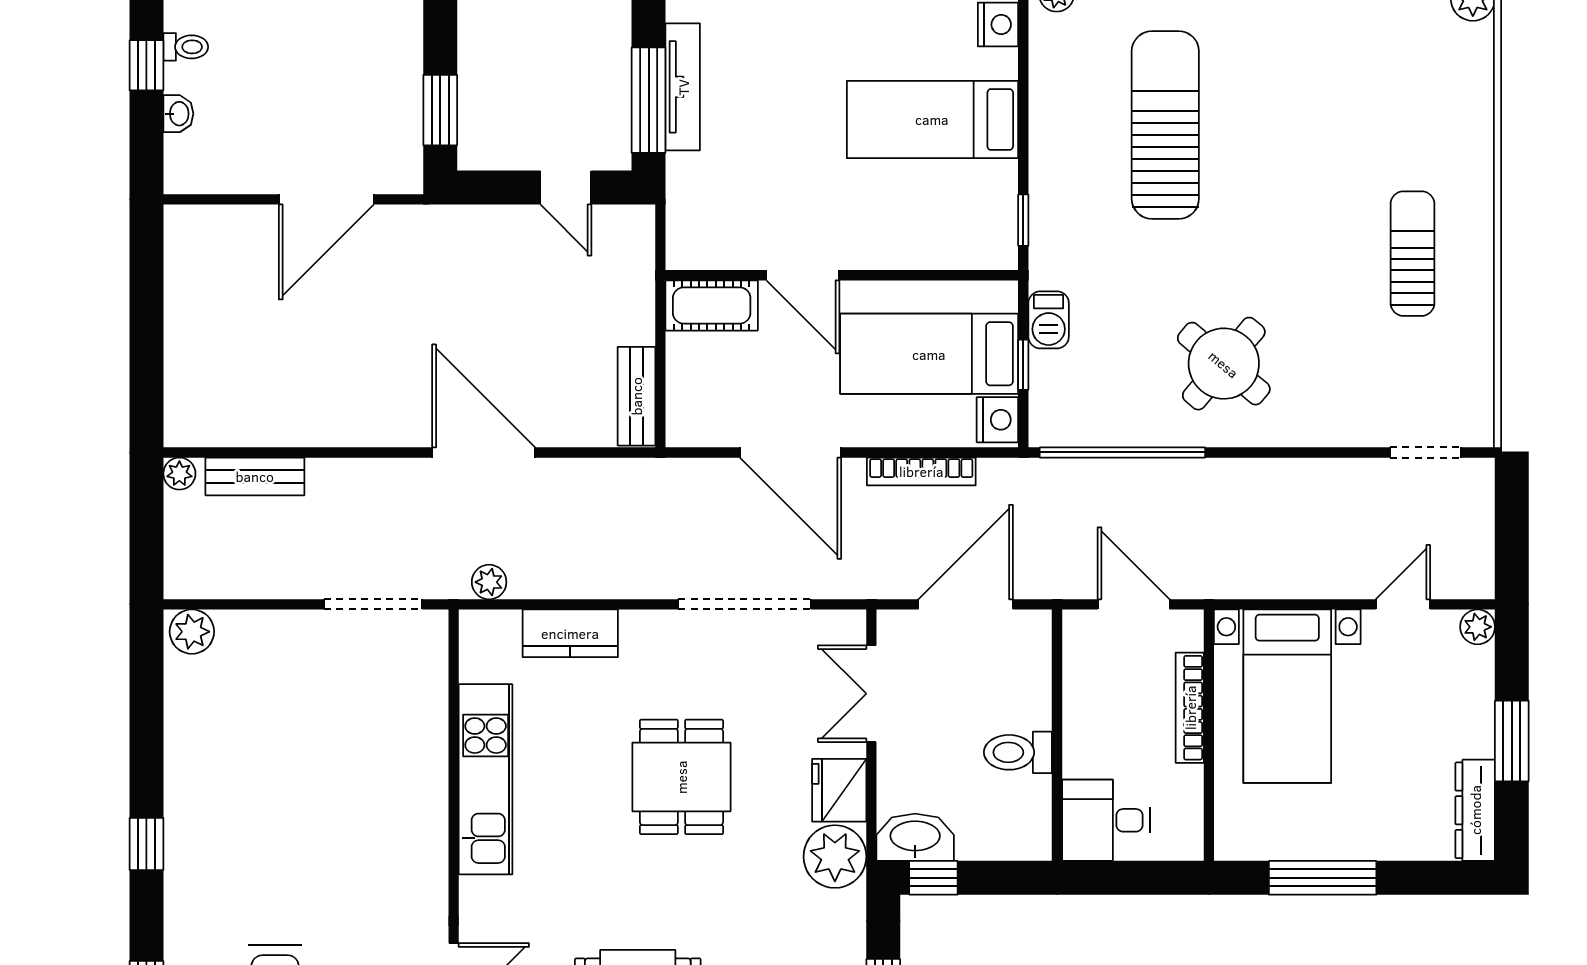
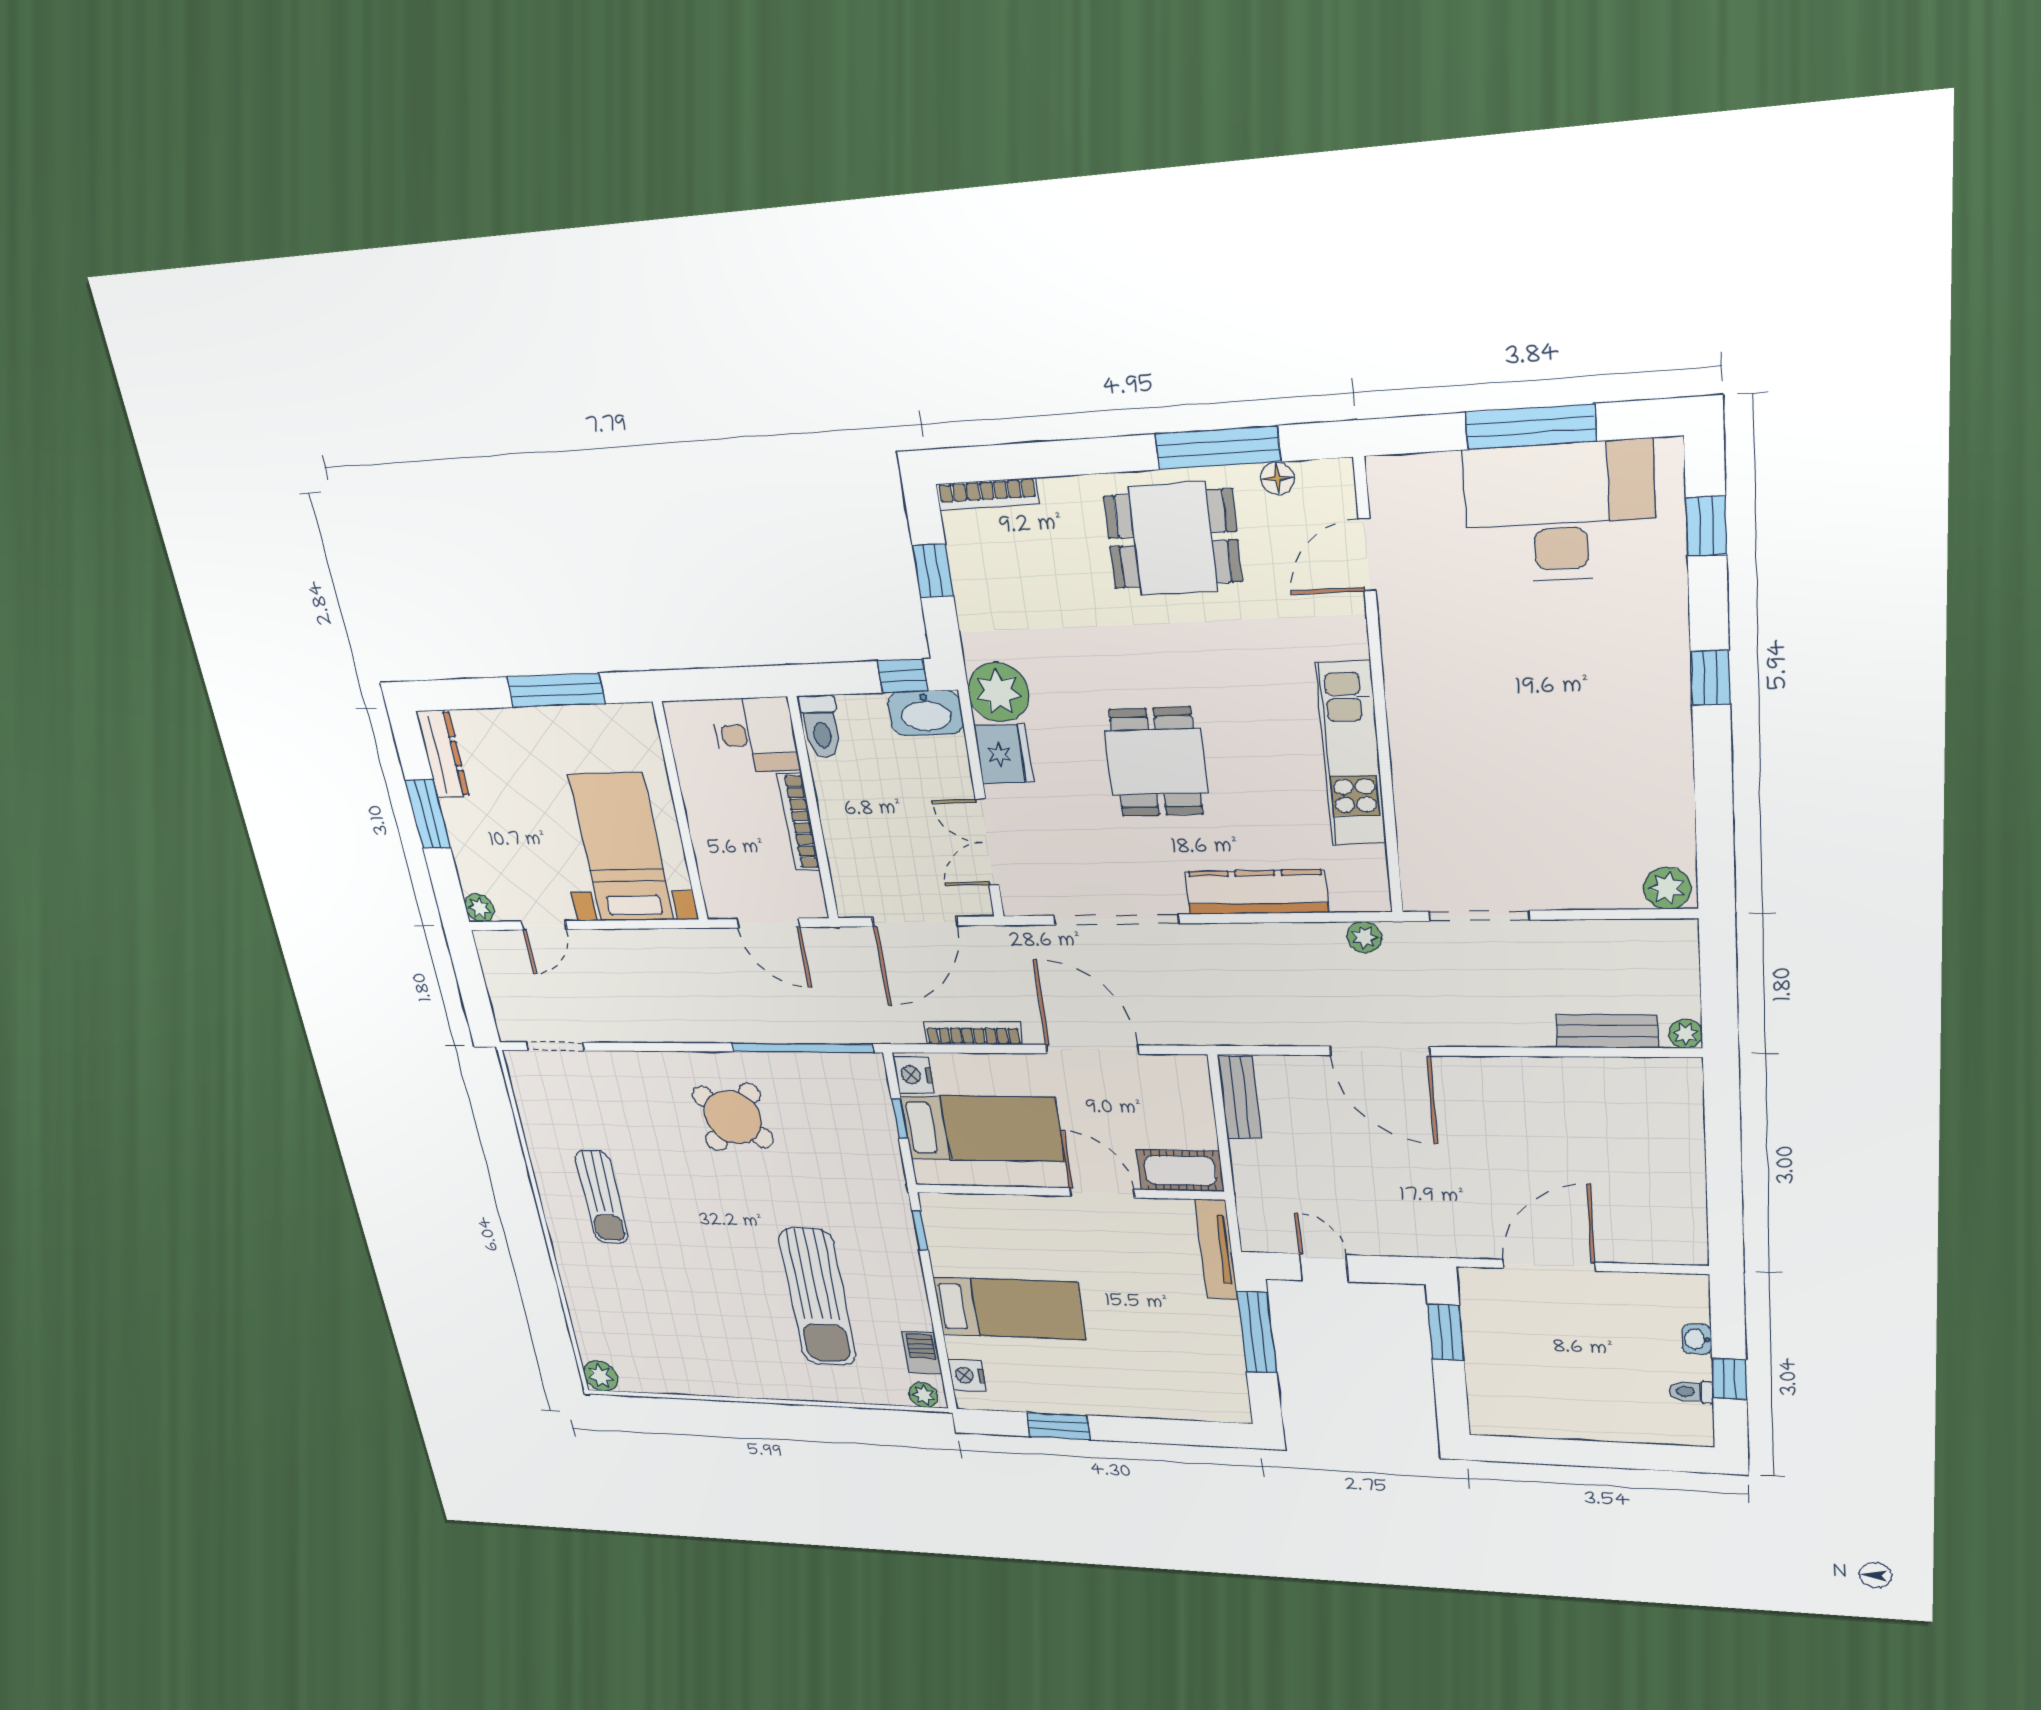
tv unit: (683, 87) -> (1216, 1249), moved
barbecue: (1049, 320) -> (922, 1353), moved
kitchen counter: (570, 633) -> (1257, 892), width x1.50
double door: (871, 694) -> (987, 842), swing flipped
bookcase: (1190, 708) -> (798, 822), moved, turned 180
toilet: (1018, 752) -> (821, 726), moved, turned 90

